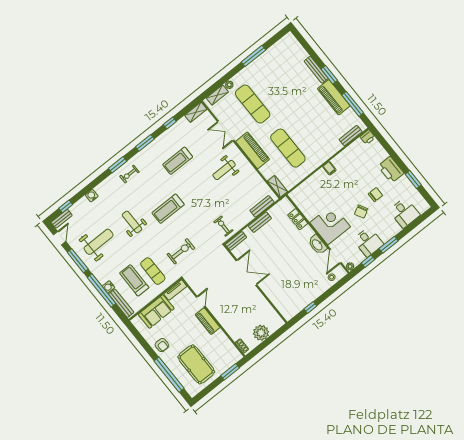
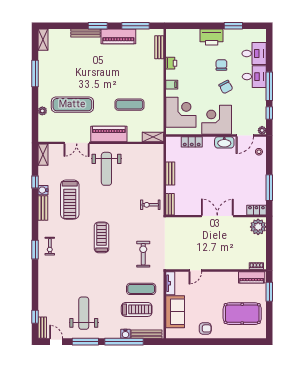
shelving: (217, 95) -> (43, 40), moved
printer: (368, 137) -> (171, 63), moved
window: (145, 143) -> (35, 214), removed
exercise mat: (288, 148) -> (129, 105), width x0.73, depth x0.69
treadmill: (178, 161) -> (70, 200), width x1.37, depth x1.38
weight bench: (224, 170) -> (106, 169), width x1.36, depth x1.33
corner desk: (314, 192) -> (181, 112), added
water cooler: (92, 196) -> (43, 190), moved
bench: (262, 206) -> (43, 208), moved
treadmill: (168, 209) -> (102, 237), turned 180
weight bench: (132, 222) -> (89, 274), removed
desk: (368, 242) -> (254, 77), moved
window: (389, 245) -> (269, 86), width x1.44
door: (335, 256) -> (245, 136), hinge flipped
double door: (246, 273) -> (217, 216), moved
treadmill: (134, 280) -> (137, 309), turned 180
door: (201, 302) -> (195, 270), swing flipped
window: (310, 307) -> (269, 188), width x2.17
locker: (285, 311) -> (256, 210), added
piano: (208, 321) -> (252, 277), moved
plant: (261, 333) -> (258, 227), moved
window: (169, 375) -> (233, 342), removed

